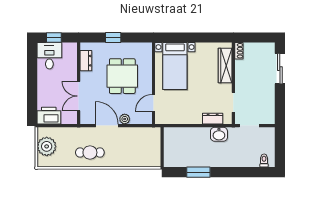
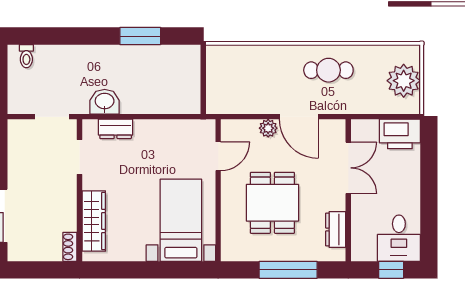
window: (113, 37) -> (288, 270), width x2.17

